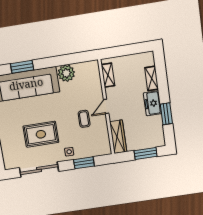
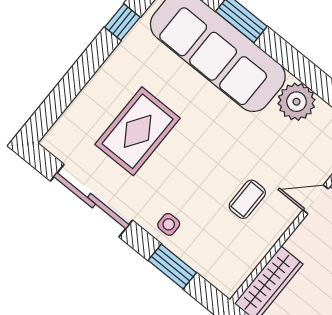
door: (106, 106) -> (316, 199), moved
rug: (41, 134) -> (138, 131), moved, turned 90

